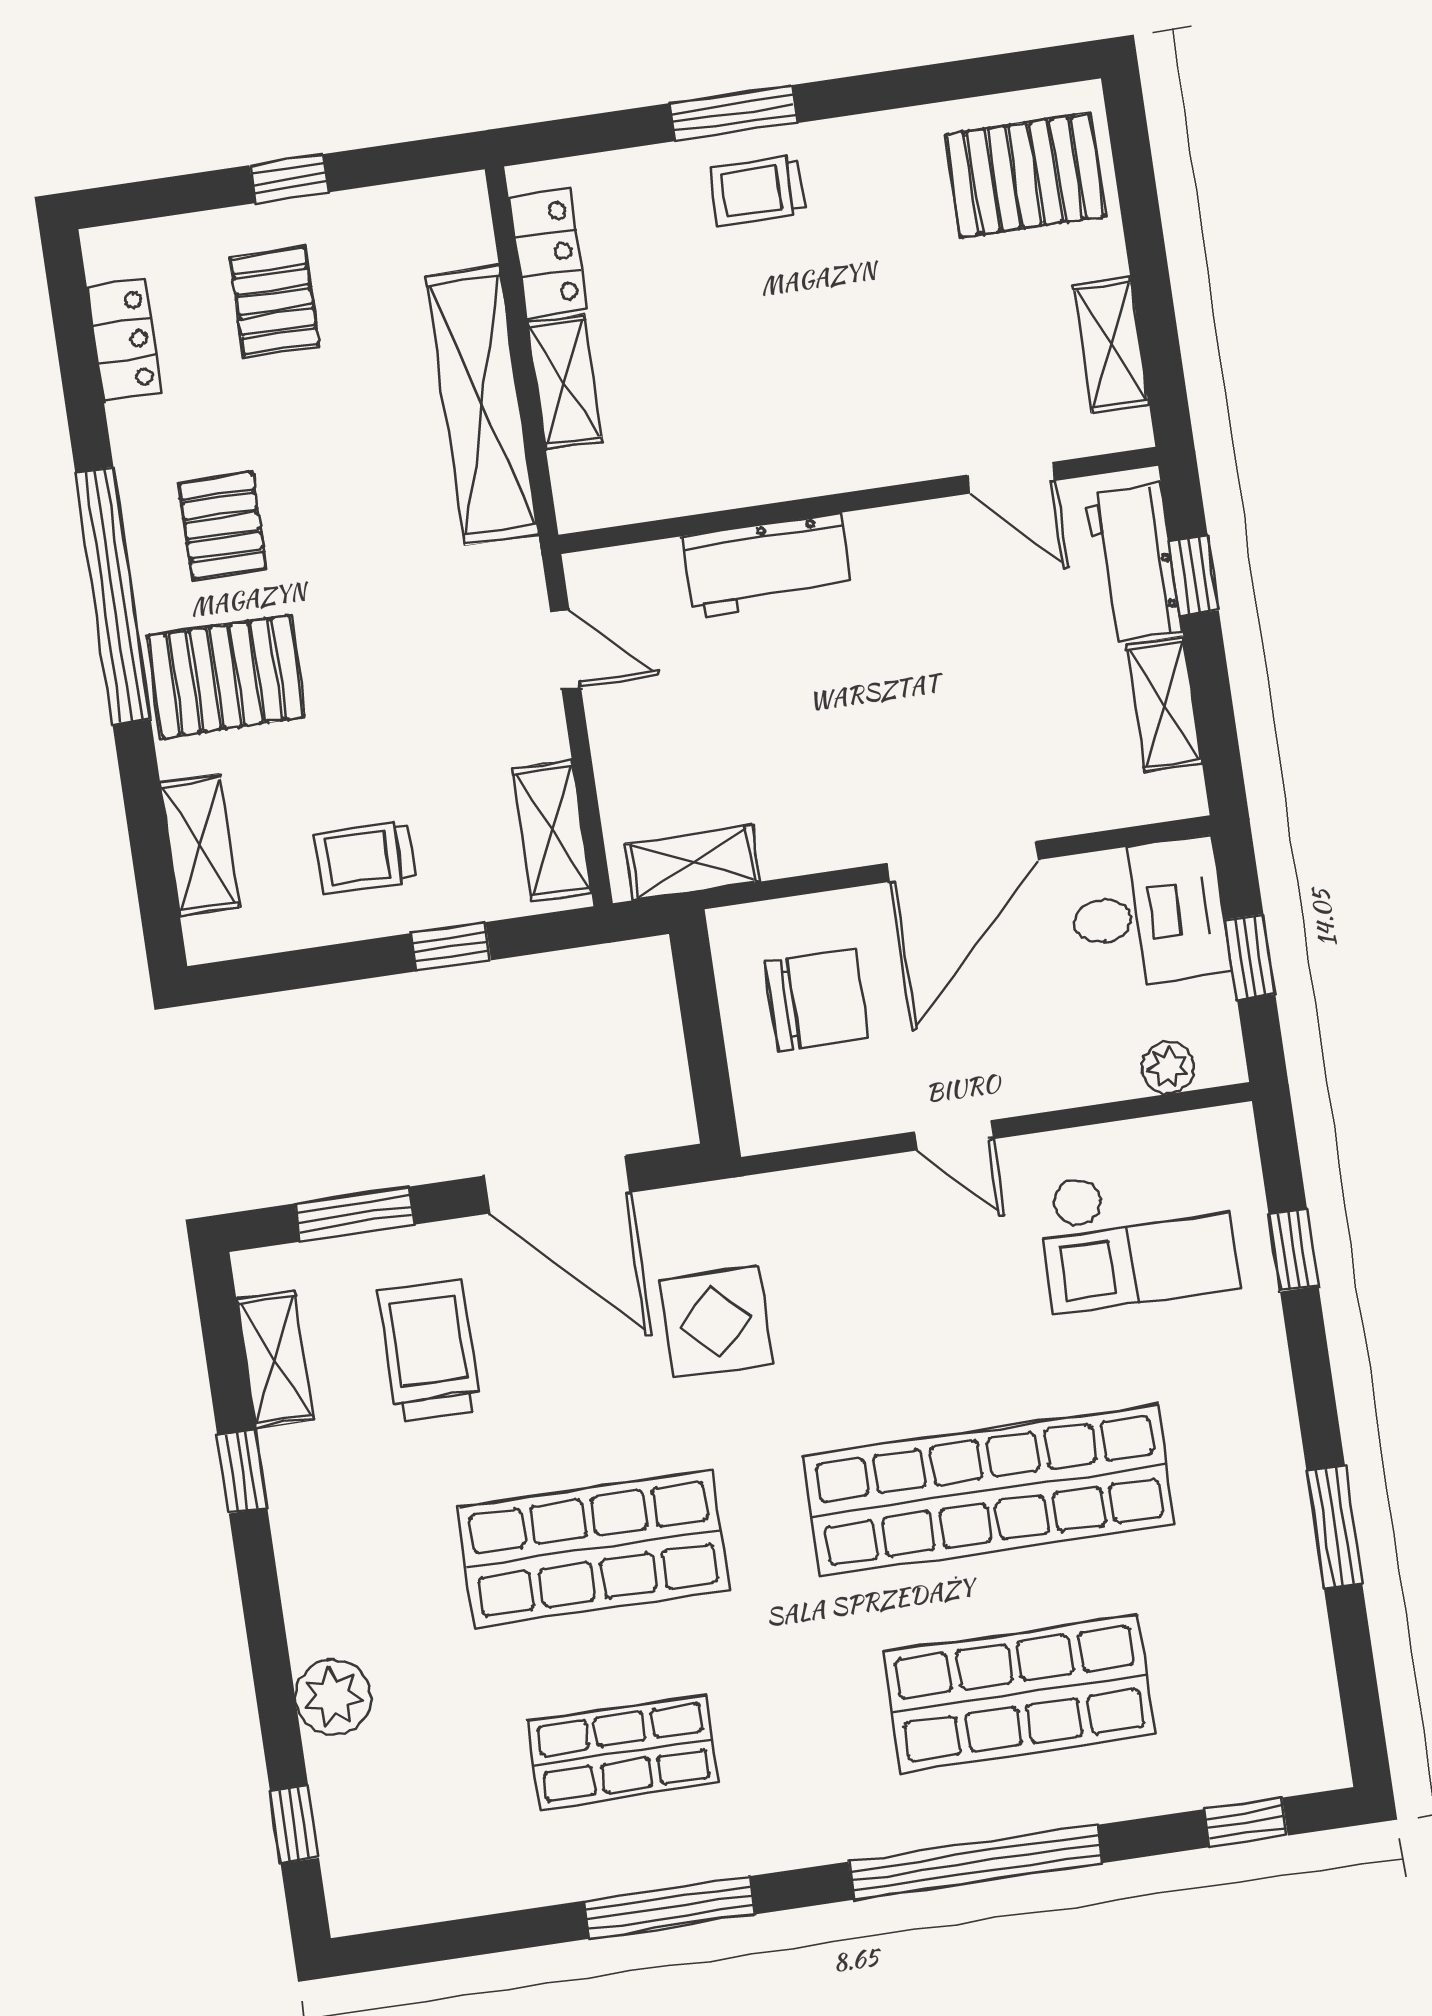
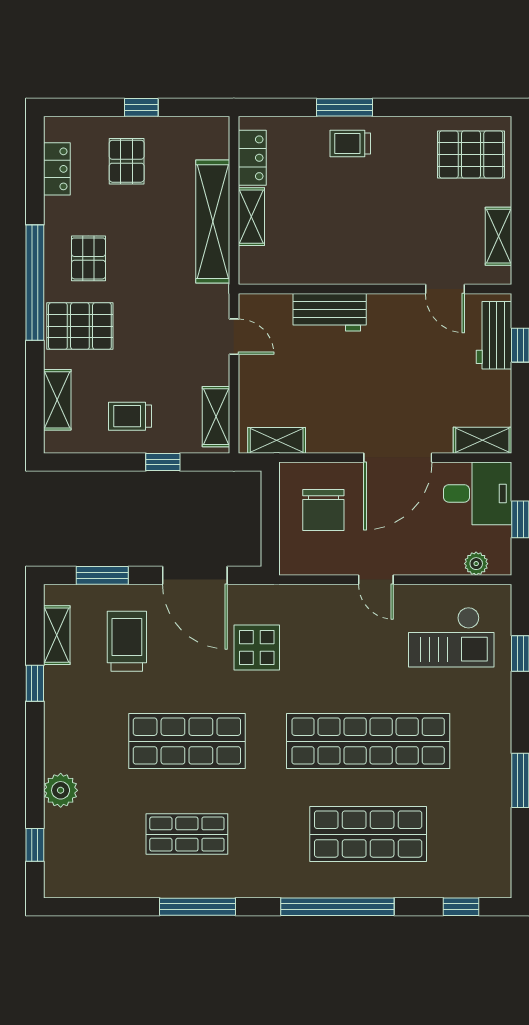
shelving: (1164, 704) -> (482, 440), moved, turned 90
chair: (817, 1000) -> (323, 510), turned 90

